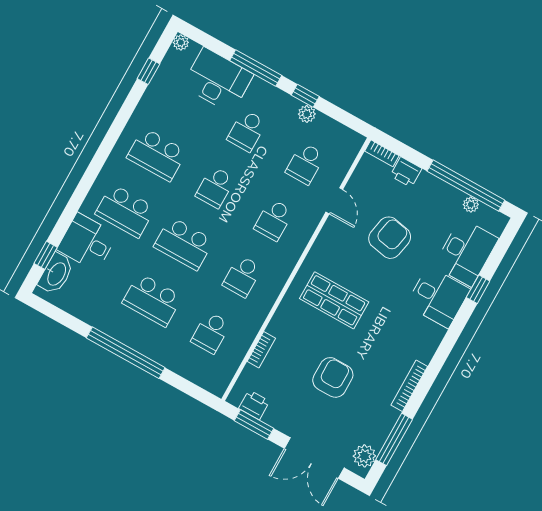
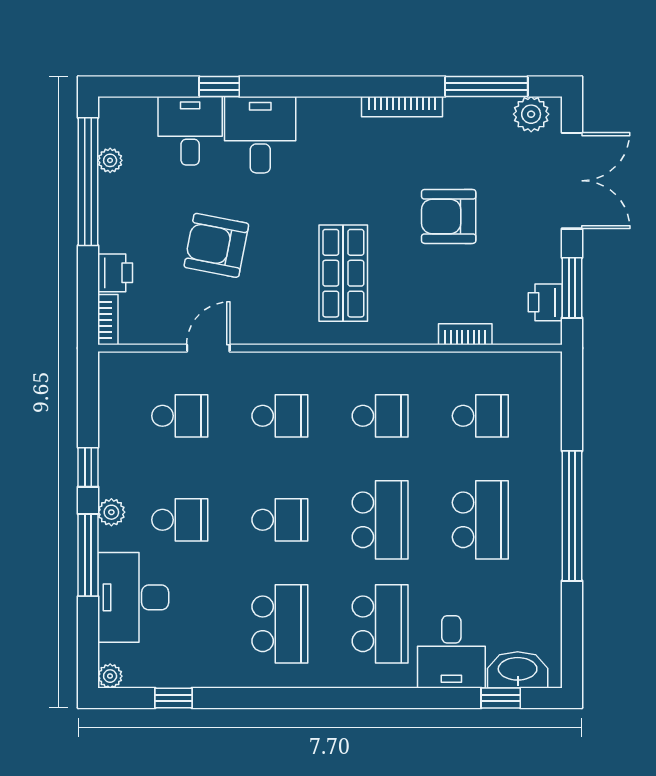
plant: (307, 114) -> (111, 512), moved
desk: (466, 252) -> (190, 131), width x0.73

